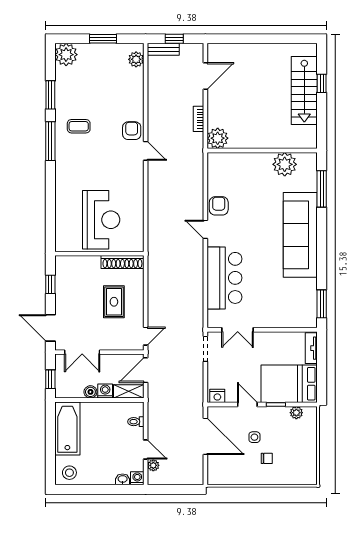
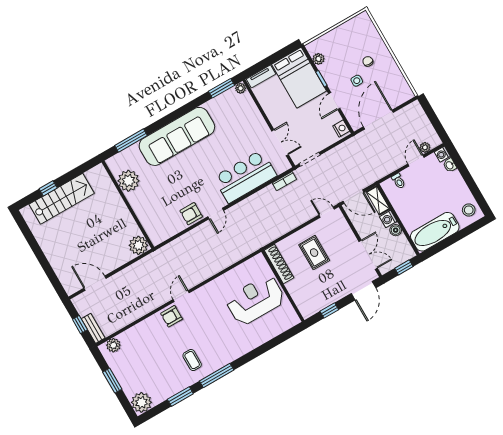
bookcase: (199, 119) -> (284, 181), moved
rug: (114, 302) -> (314, 253), turned 90
plant: (311, 322) -> (240, 88), added

